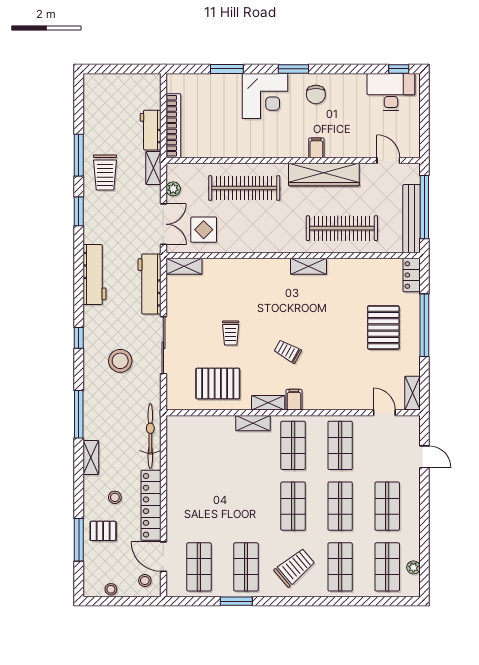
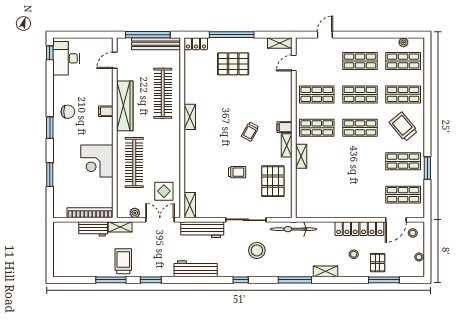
corner desk: (265, 96) -> (97, 161), moved, turned 180
trolley: (105, 173) -> (123, 261), turned -90
bicycle: (150, 436) -> (294, 229), moved

